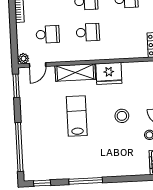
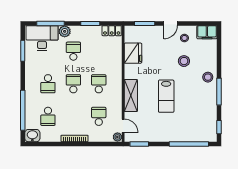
fridge: (109, 73) -> (133, 53), moved
lab bench: (77, 116) -> (166, 96), turned -90
stool: (122, 116) -> (184, 61), moved
stool: (103, 166) -> (208, 77), added

